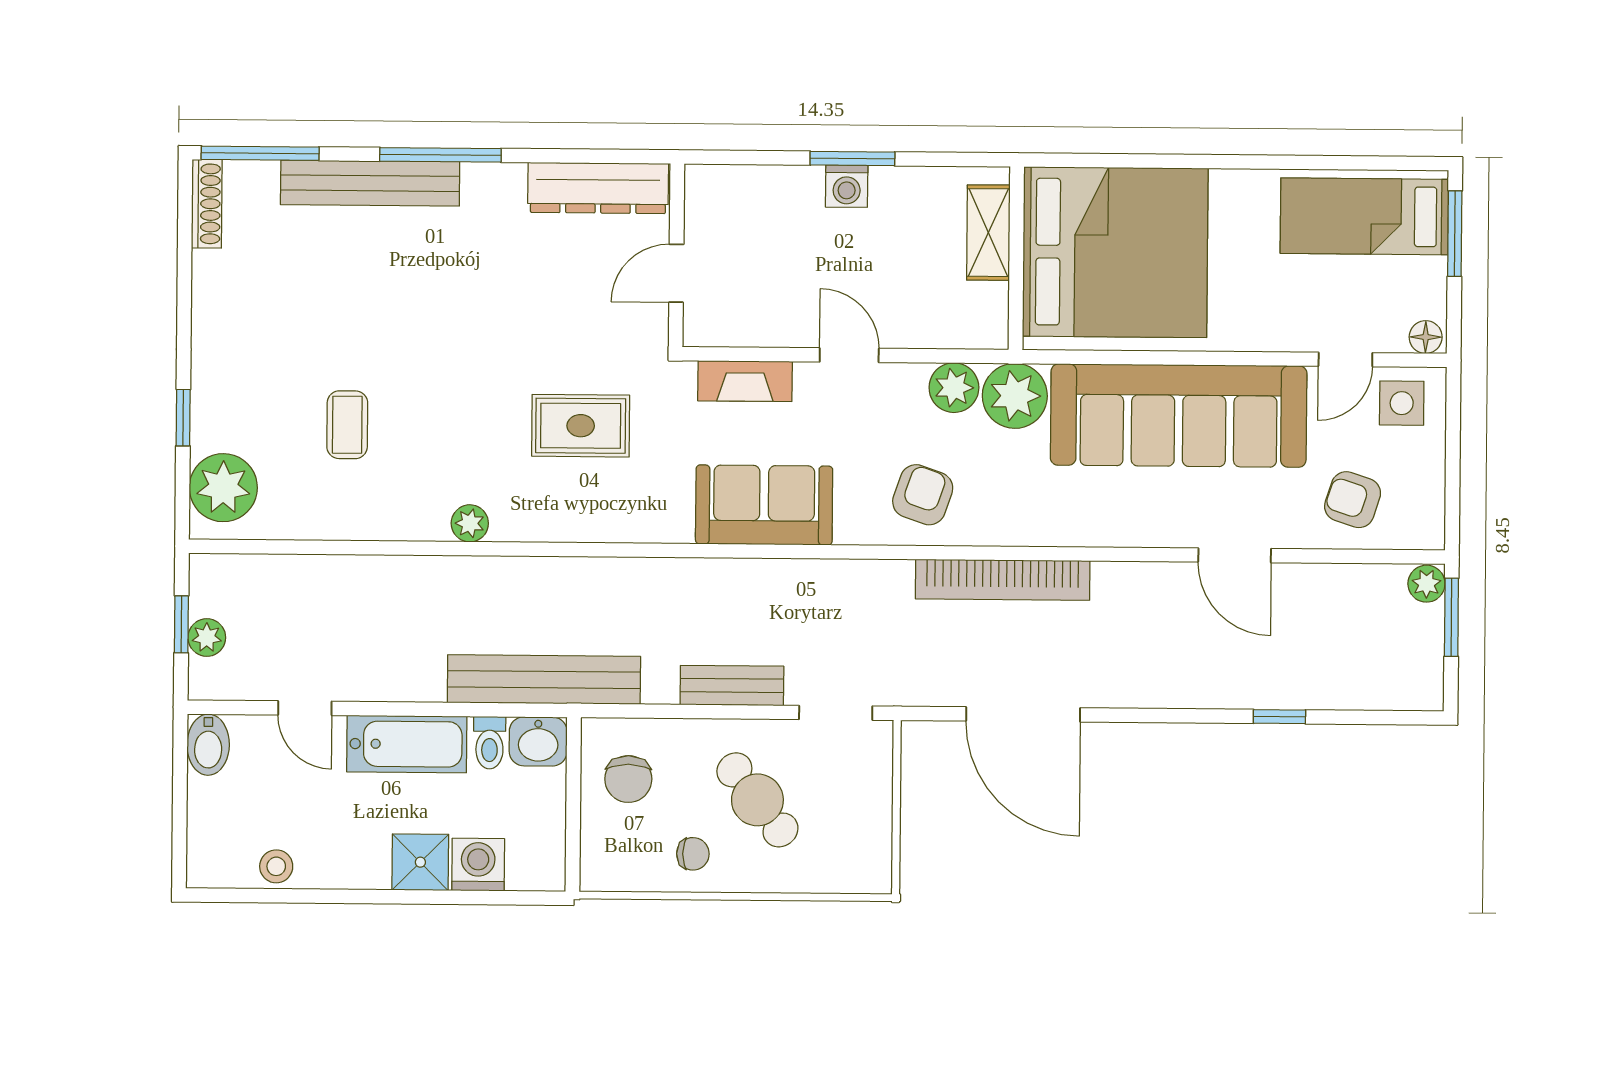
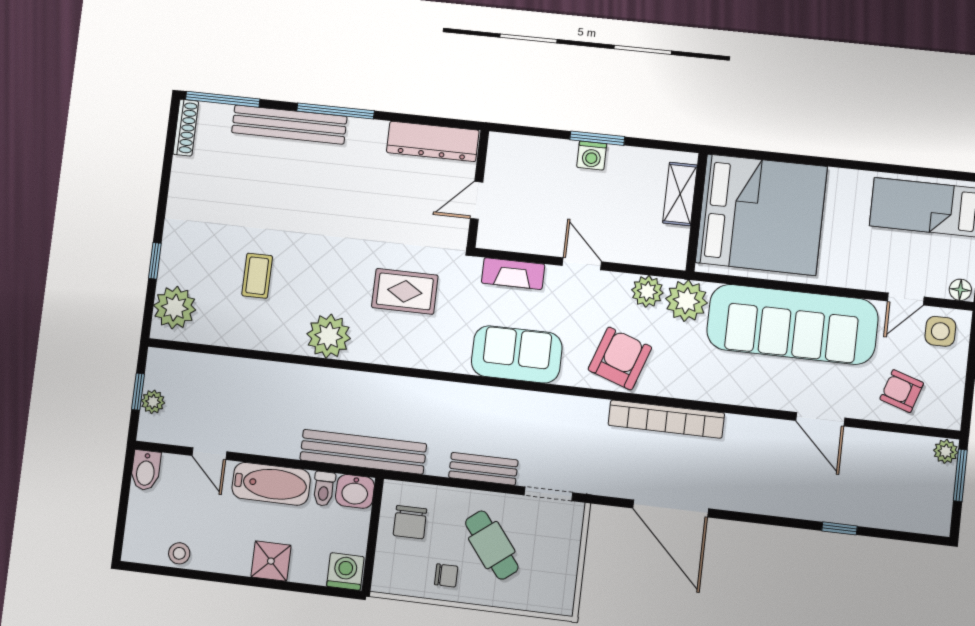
armchair: (923, 495) -> (620, 358), width x1.38, depth x1.38
plant: (470, 523) -> (329, 336), width x1.88, depth x1.88
washing machine: (478, 865) -> (345, 571), moved

